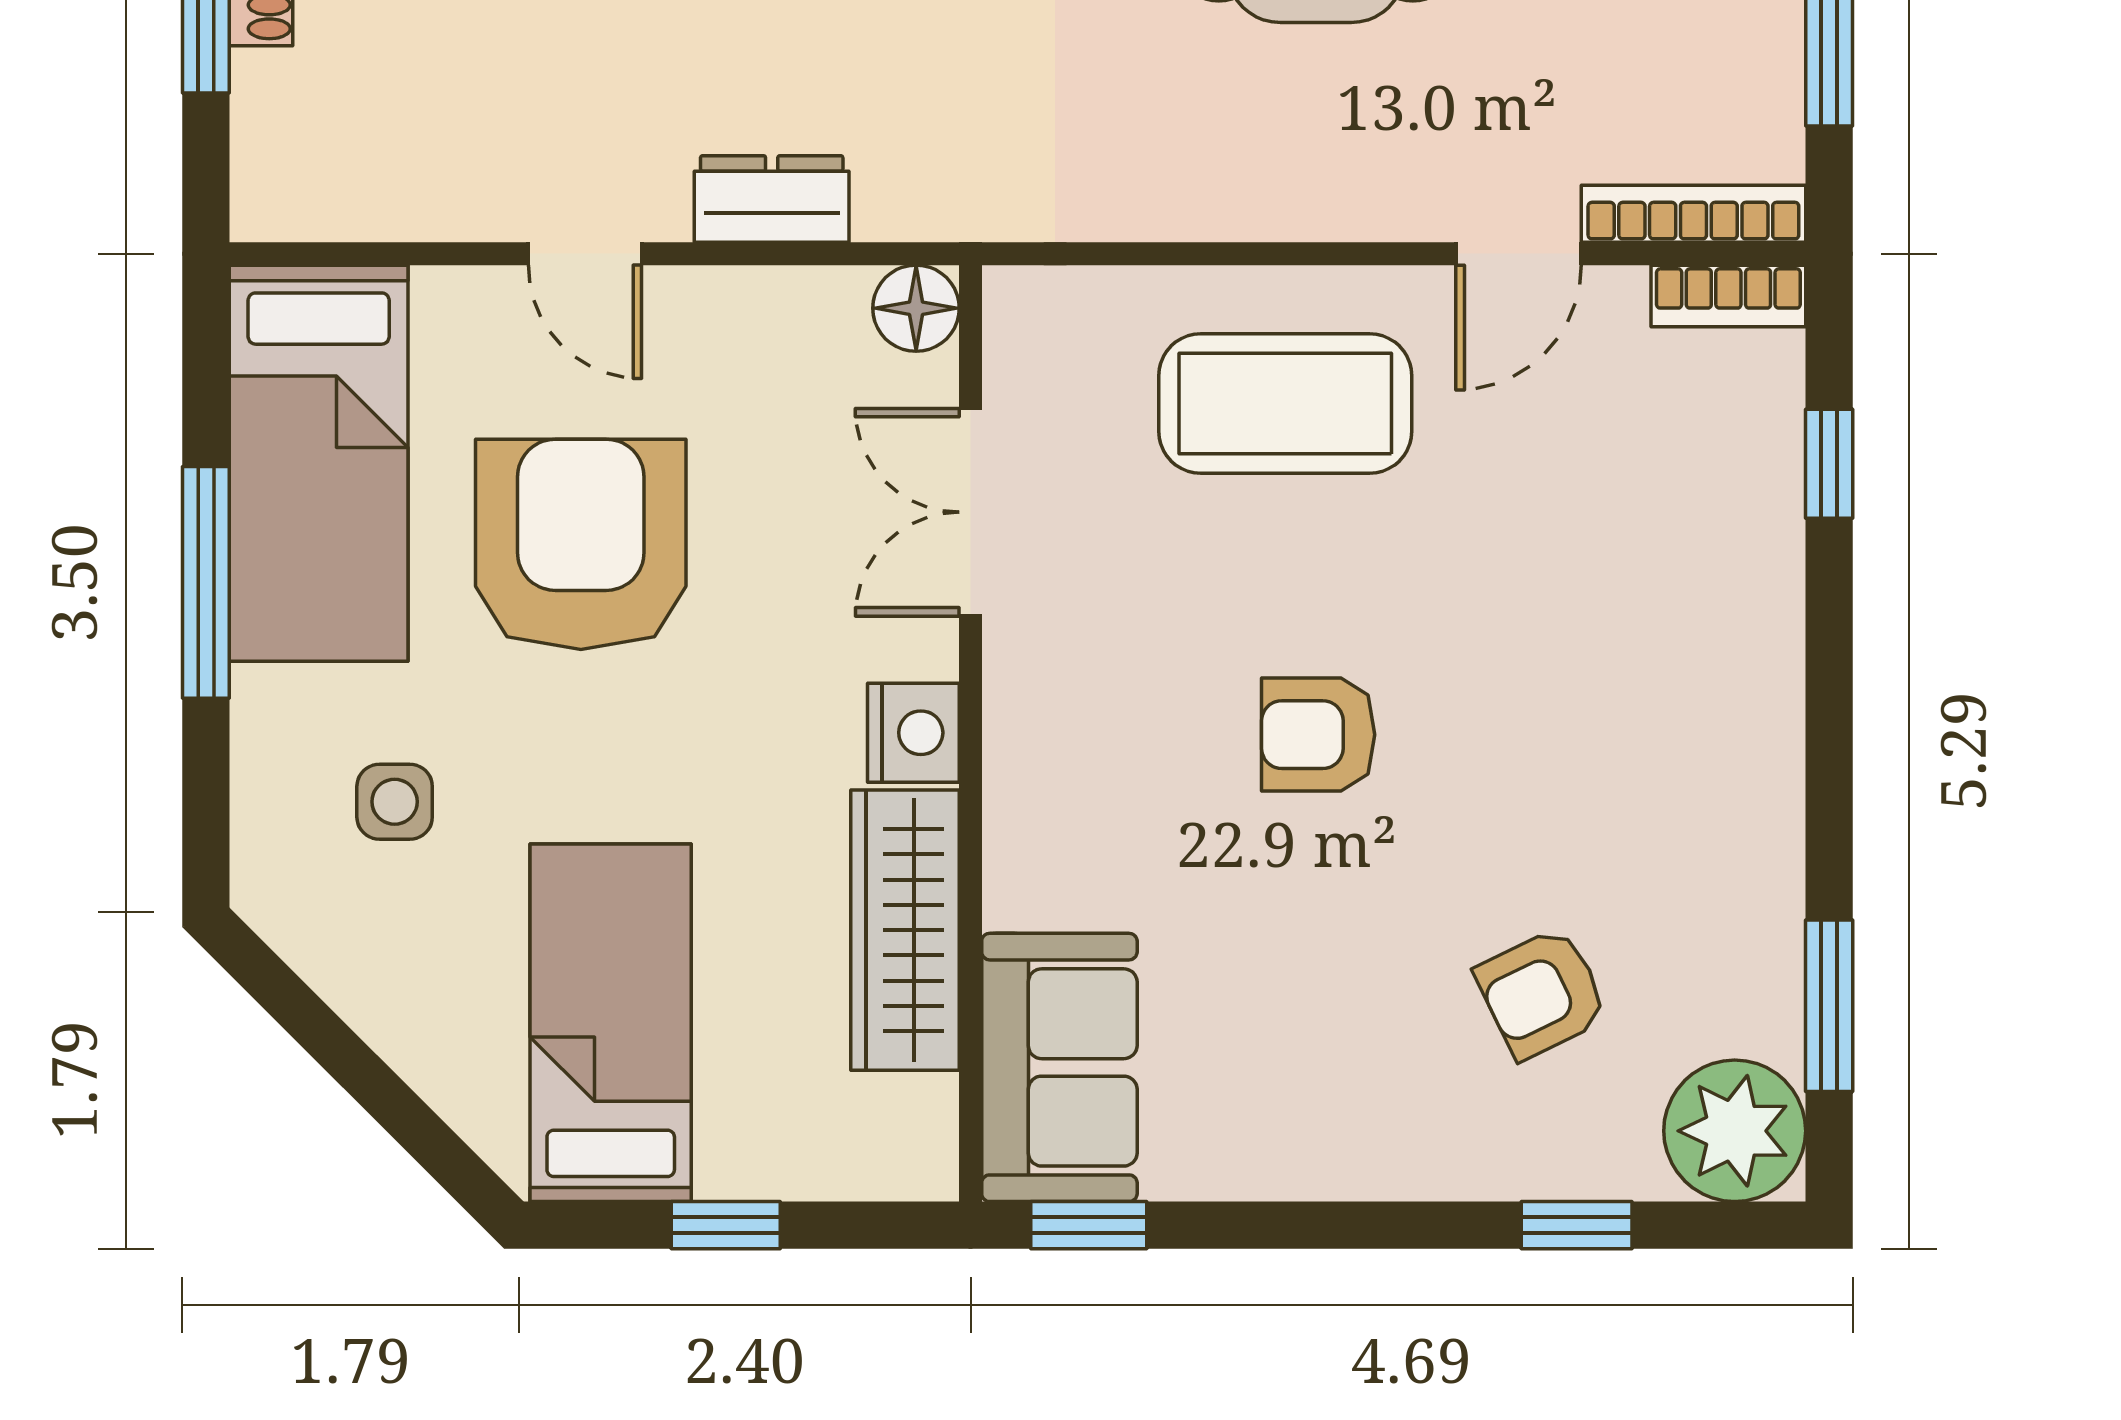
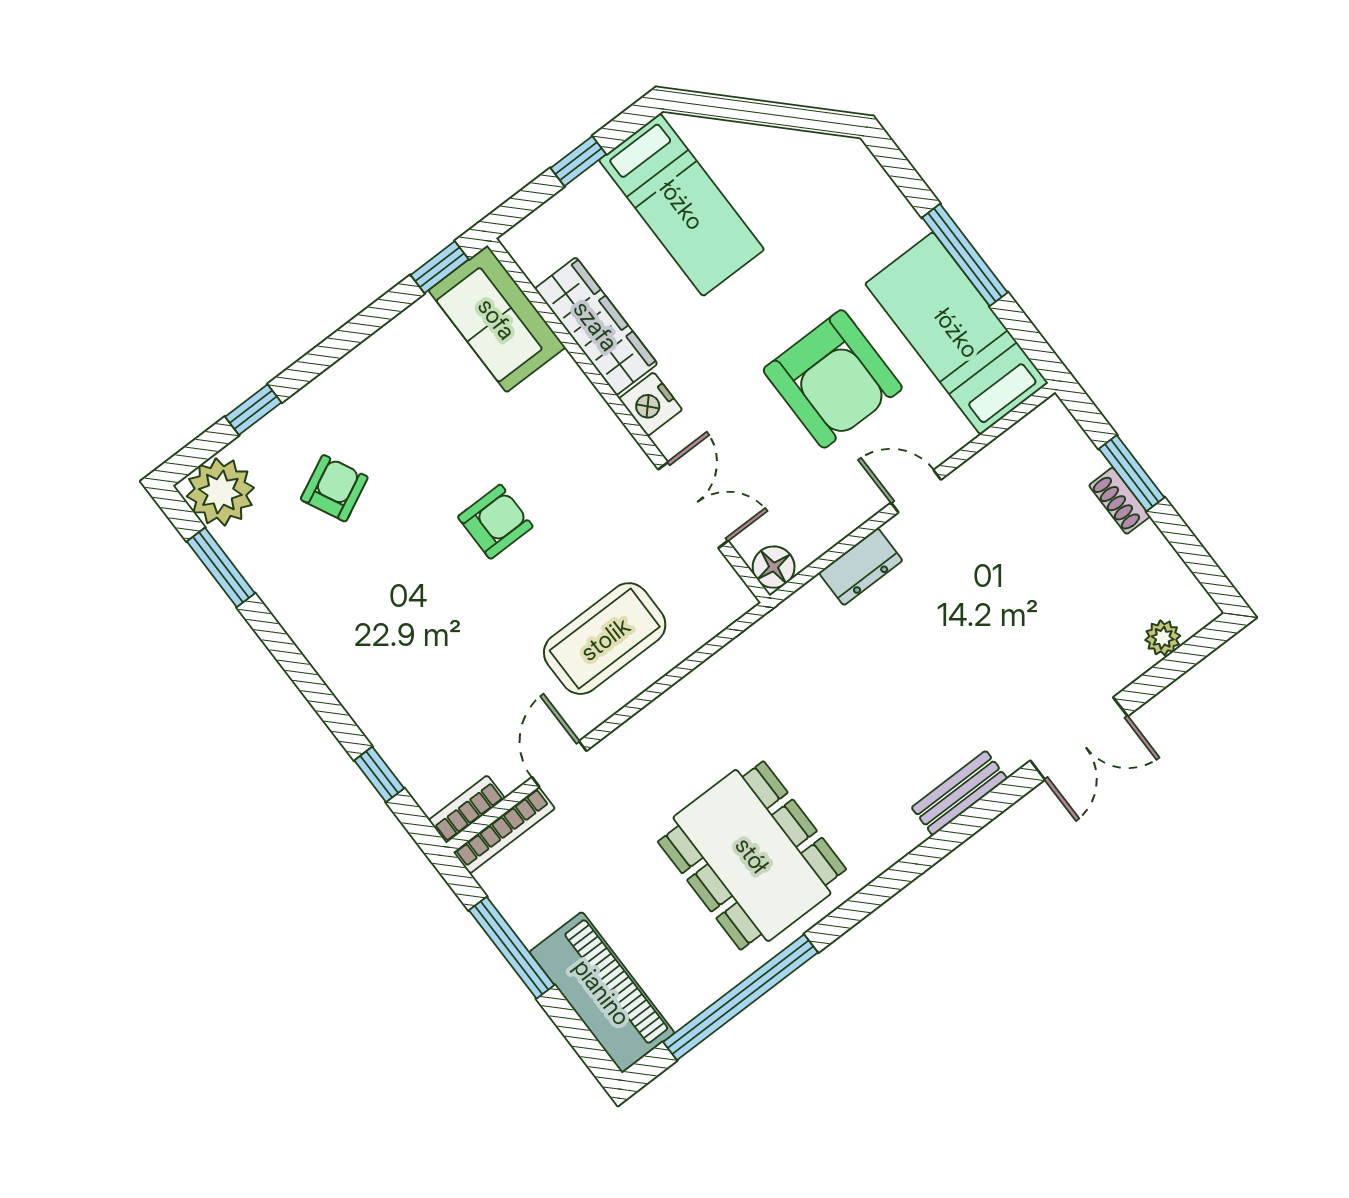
side table: (395, 802) -> (829, 226), removed

